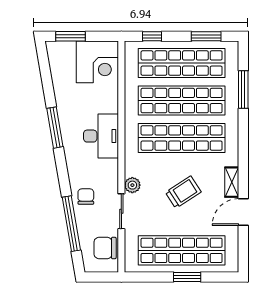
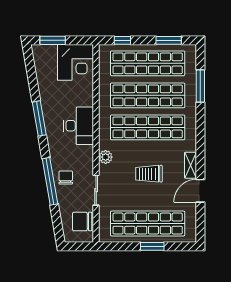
plant: (132, 185) -> (106, 157), moved
trolley: (183, 192) -> (149, 174), turned -147
window: (71, 224) -> (50, 181), moved

